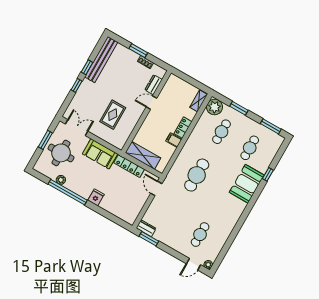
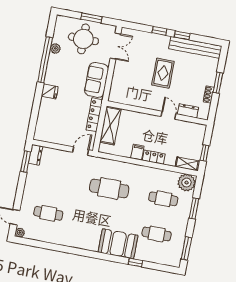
window: (194, 83) -> (205, 153), added
rug: (113, 115) -> (163, 73), moved, turned 90

